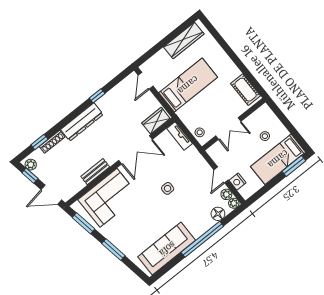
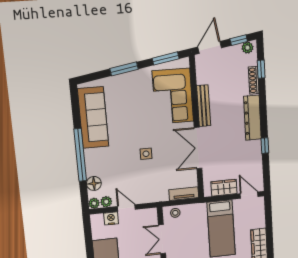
wardrobe: (156, 121) -> (224, 188), moved, turned -90
bench: (95, 172) -> (204, 106), width x1.36

